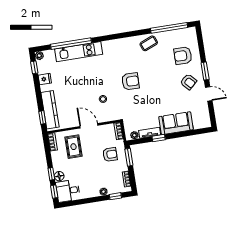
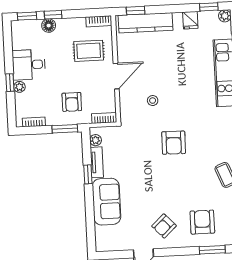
window: (205, 71) -> (212, 250), moved
desk: (68, 191) -> (29, 65), moved, turned -90
window: (115, 196) -> (10, 83), moved

